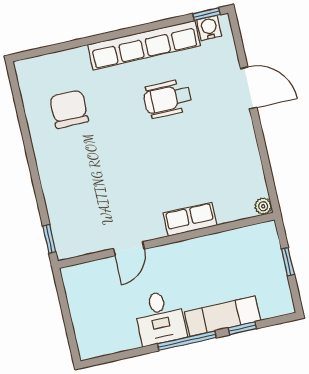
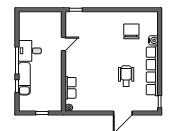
water cooler: (209, 28) -> (153, 40), moved
chair: (69, 109) -> (131, 31), turned -90
row of seats: (190, 219) -> (71, 88), moved
door: (129, 249) -> (64, 44), swing flipped

